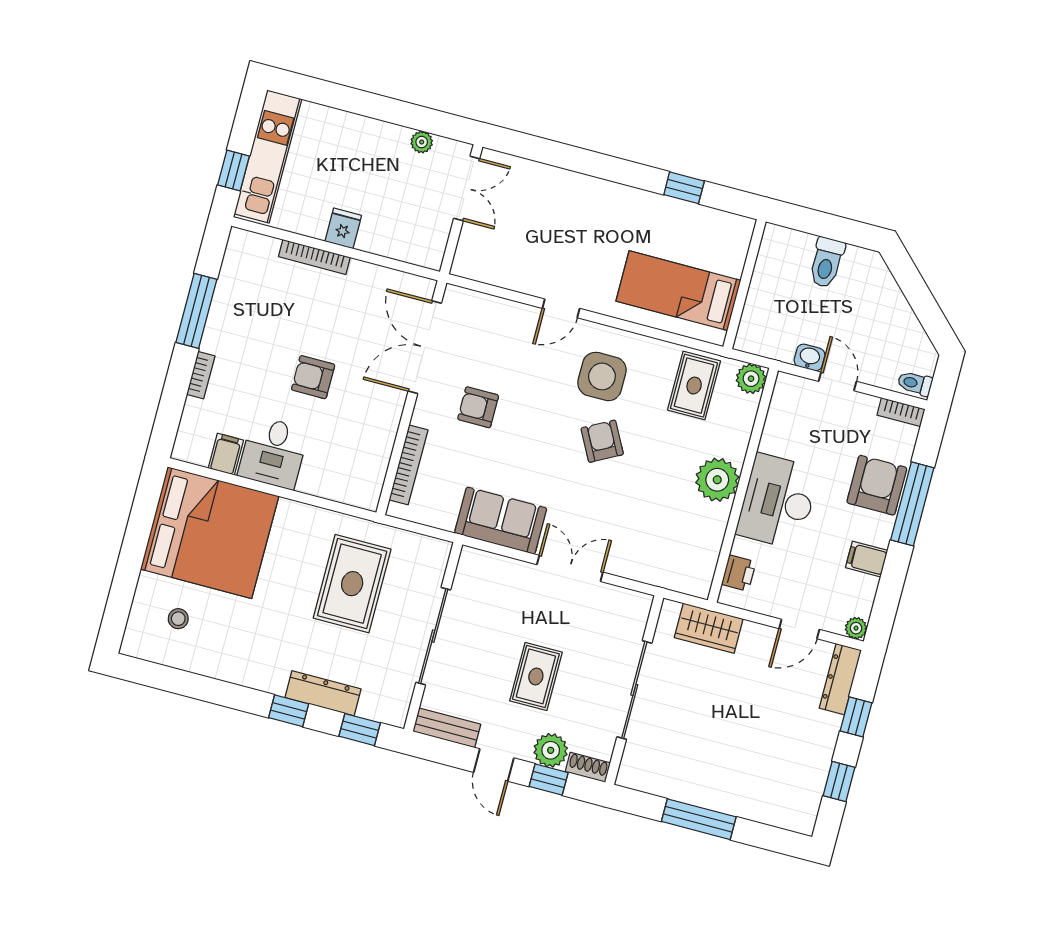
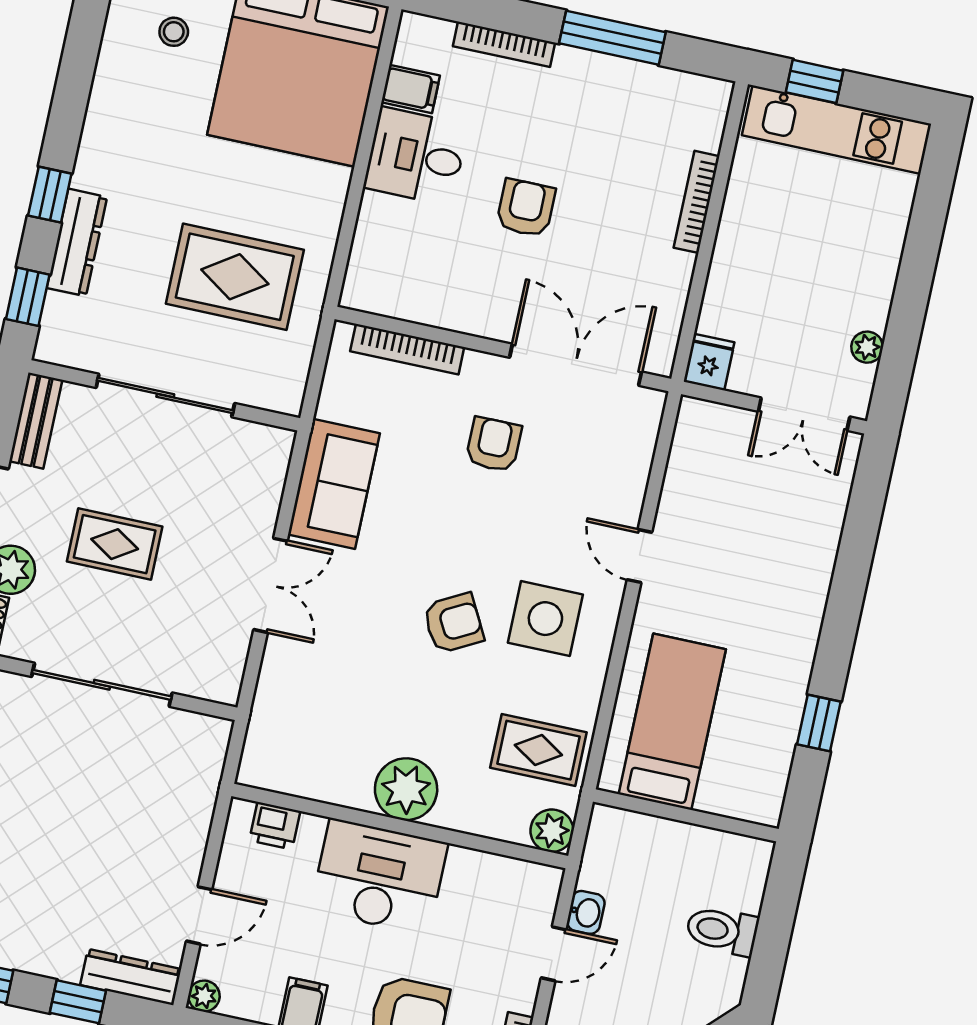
fridge: (343, 228) -> (709, 362), moved, turned -90
bookcase: (201, 375) -> (504, 44), width x1.56
wardrobe: (709, 628) -> (194, 787), removed
door: (799, 629) -> (199, 915), swing flipped

